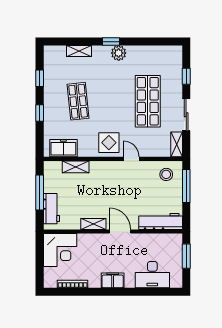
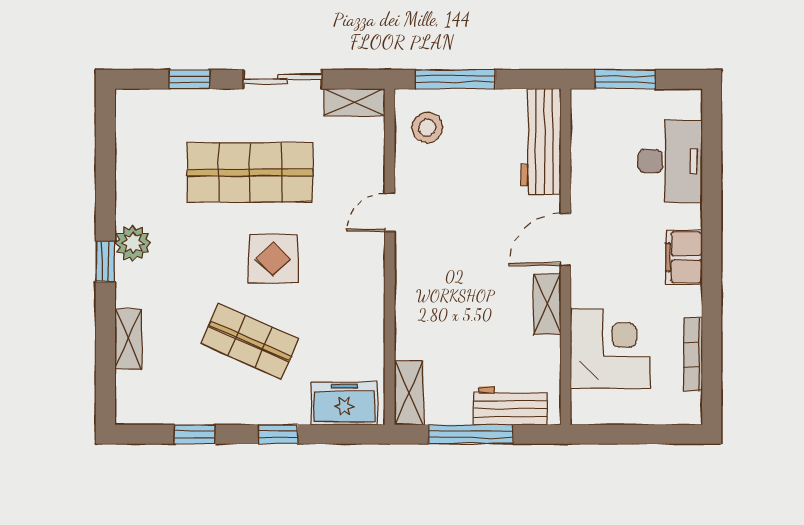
shop shelf: (78, 101) -> (250, 341), turned 30
display table: (109, 143) -> (273, 259), moved
freezer: (63, 148) -> (344, 403), moved, turned 90
shelving: (76, 167) -> (409, 393), moved
corner desk: (60, 250) -> (610, 349), moved

